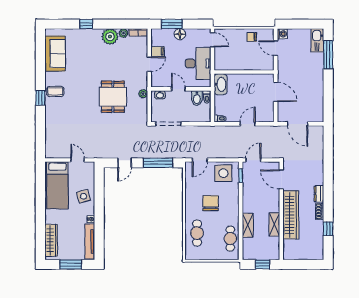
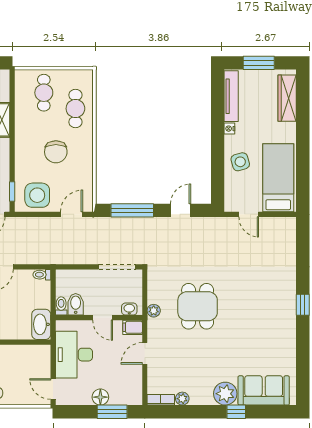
plant: (110, 37) -> (225, 394), moved
filing cabinet: (158, 52) -> (133, 327), moved
sofa: (55, 54) -> (264, 390), moved, turned 90
coffee table: (55, 91) -> (281, 314), removed
cafe table: (230, 239) -> (44, 93), moved

